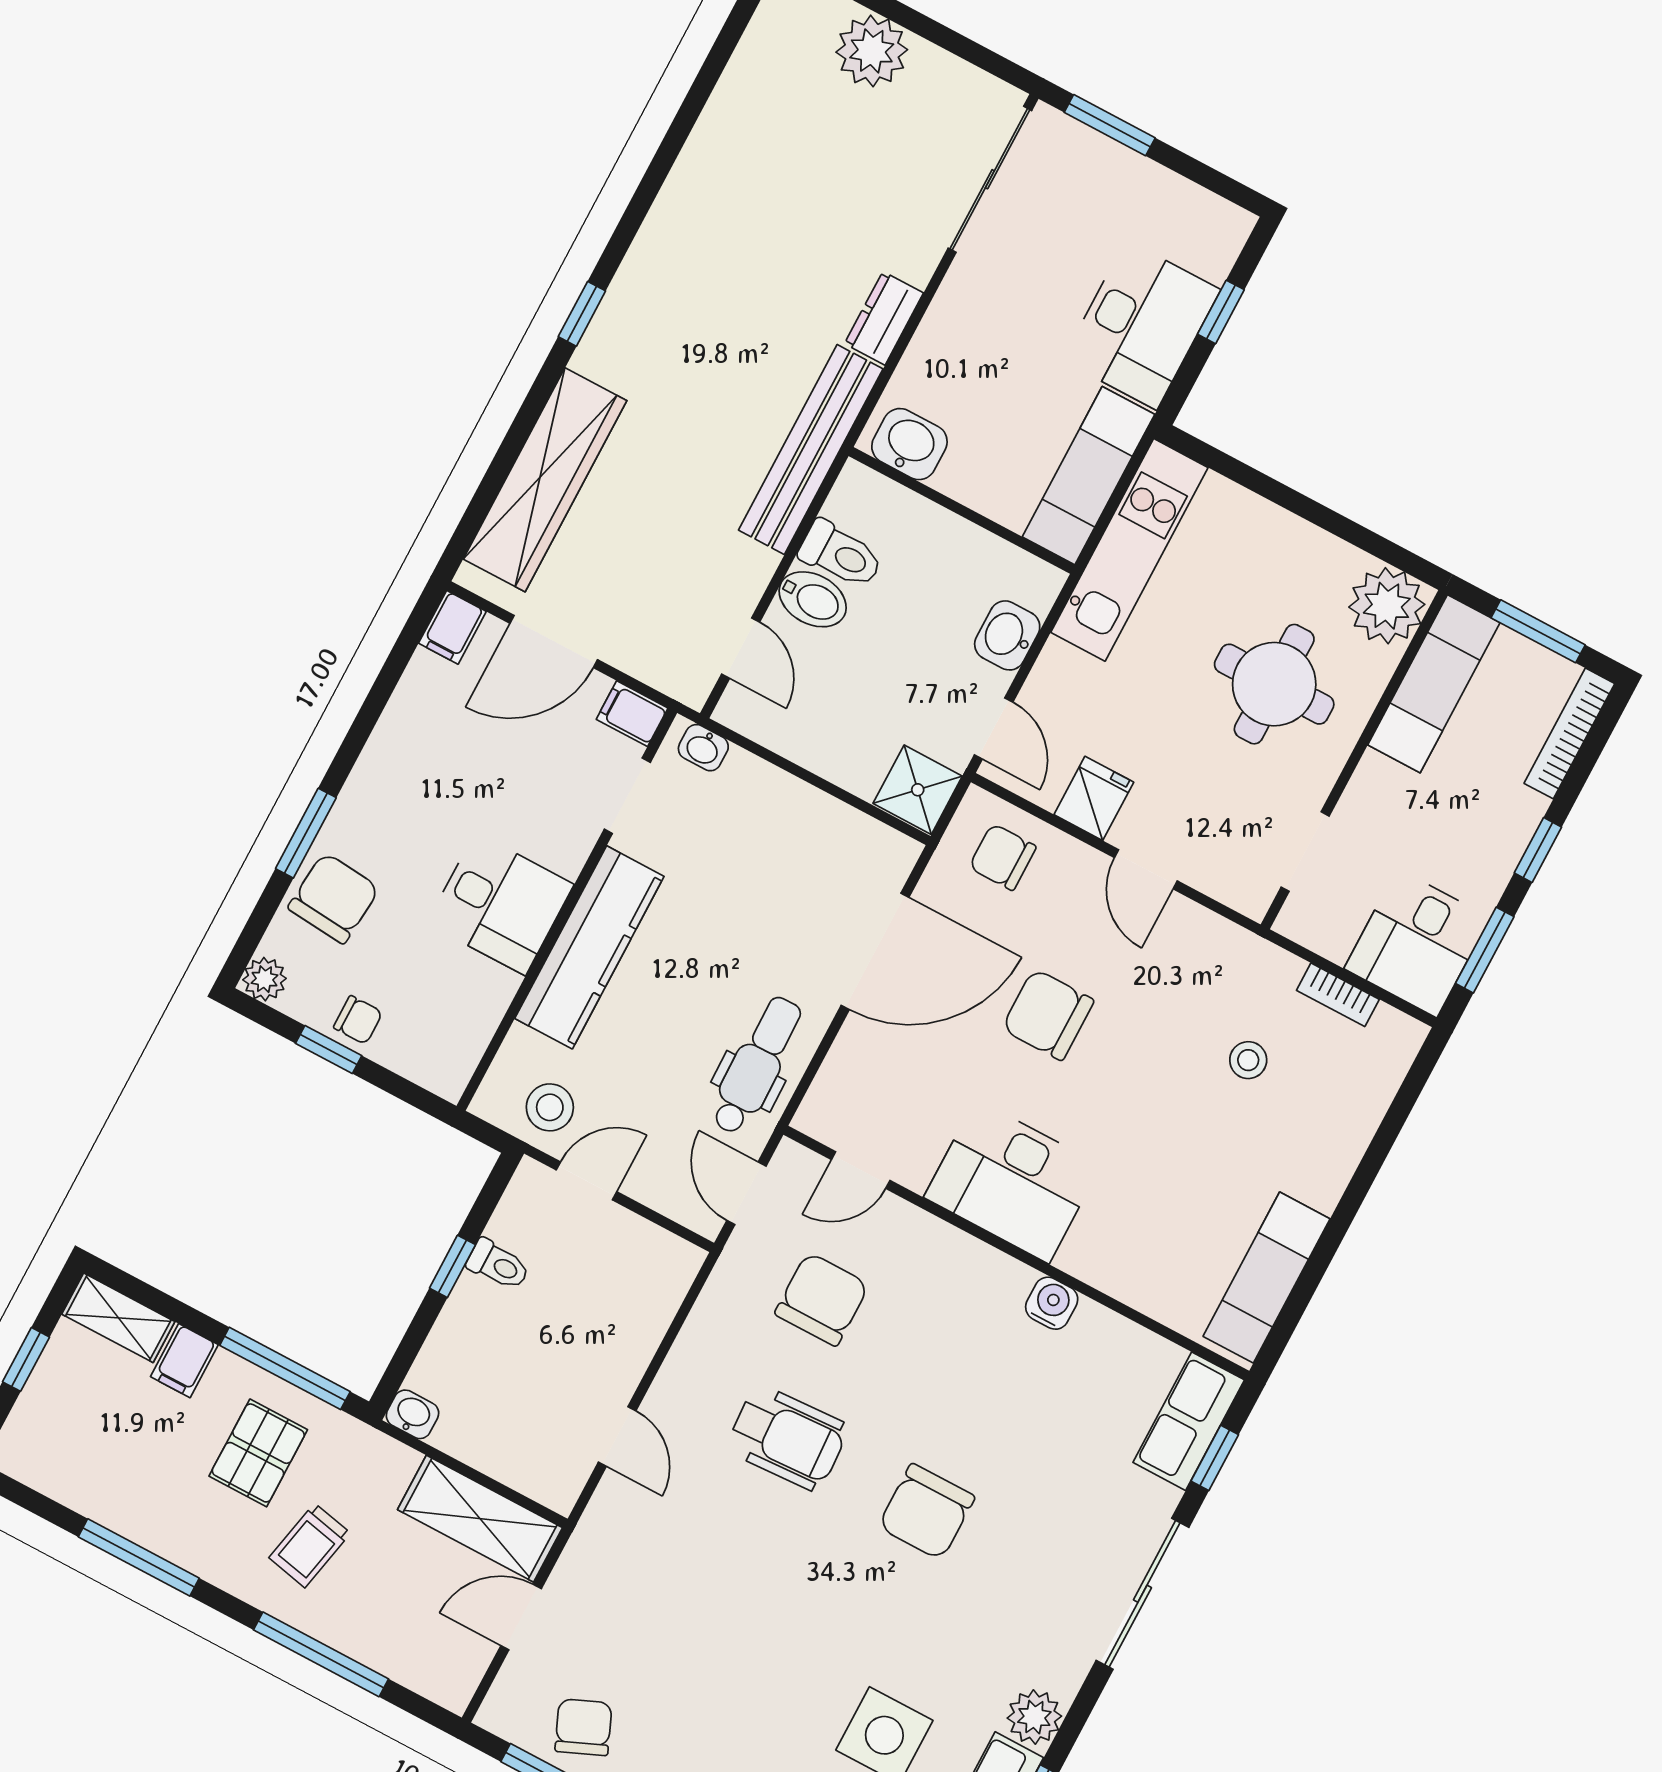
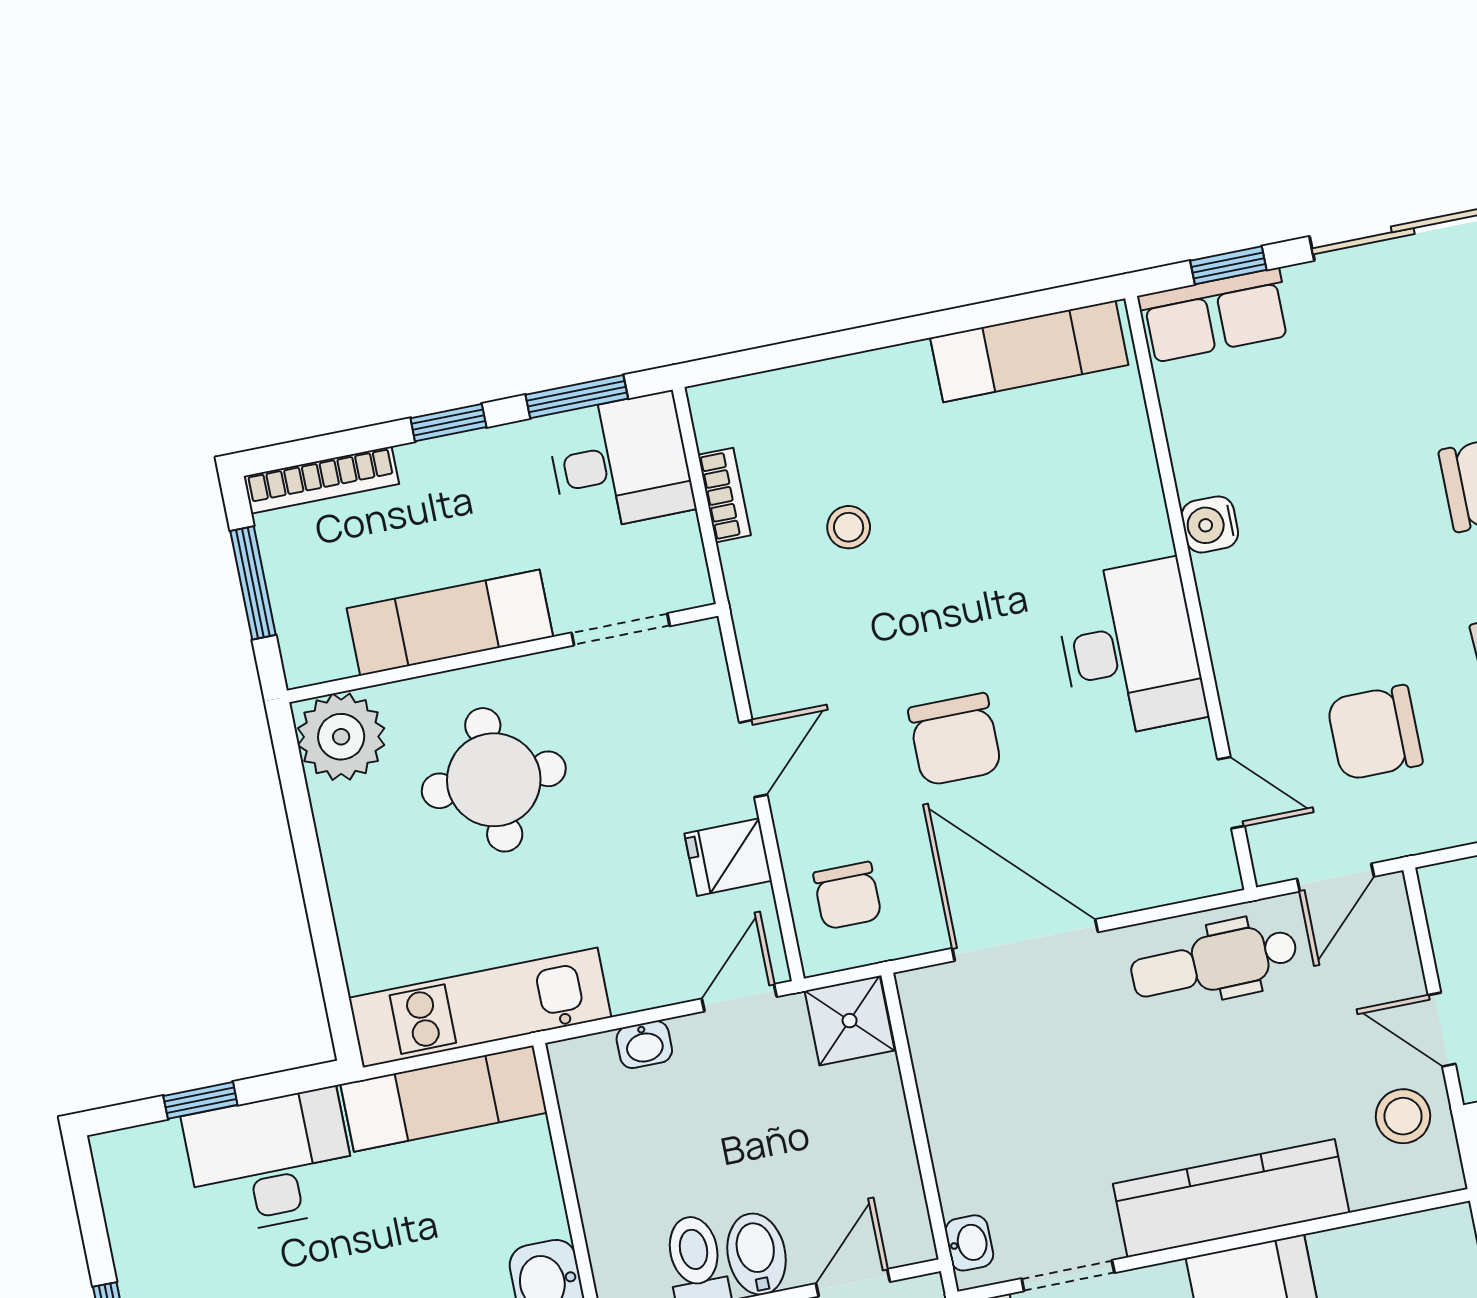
washbasin: (1007, 635) -> (644, 1045), width x0.72, depth x0.69
exam couch: (1434, 684) -> (450, 623), moved

